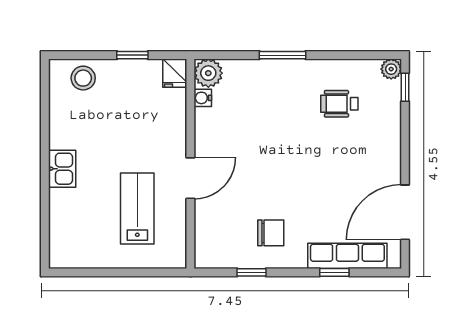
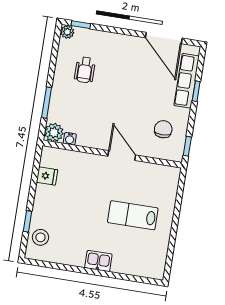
window: (132, 55) -> (27, 221), moved
plant: (208, 73) -> (54, 132), moved
water cooler: (203, 98) -> (70, 139), moved
wall: (190, 164) -> (112, 154), moved
door: (190, 178) -> (122, 156), moved

